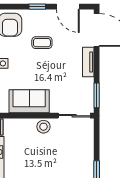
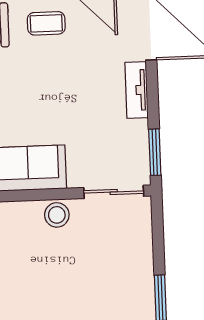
coffee table: (42, 43) -> (46, 23), moved

